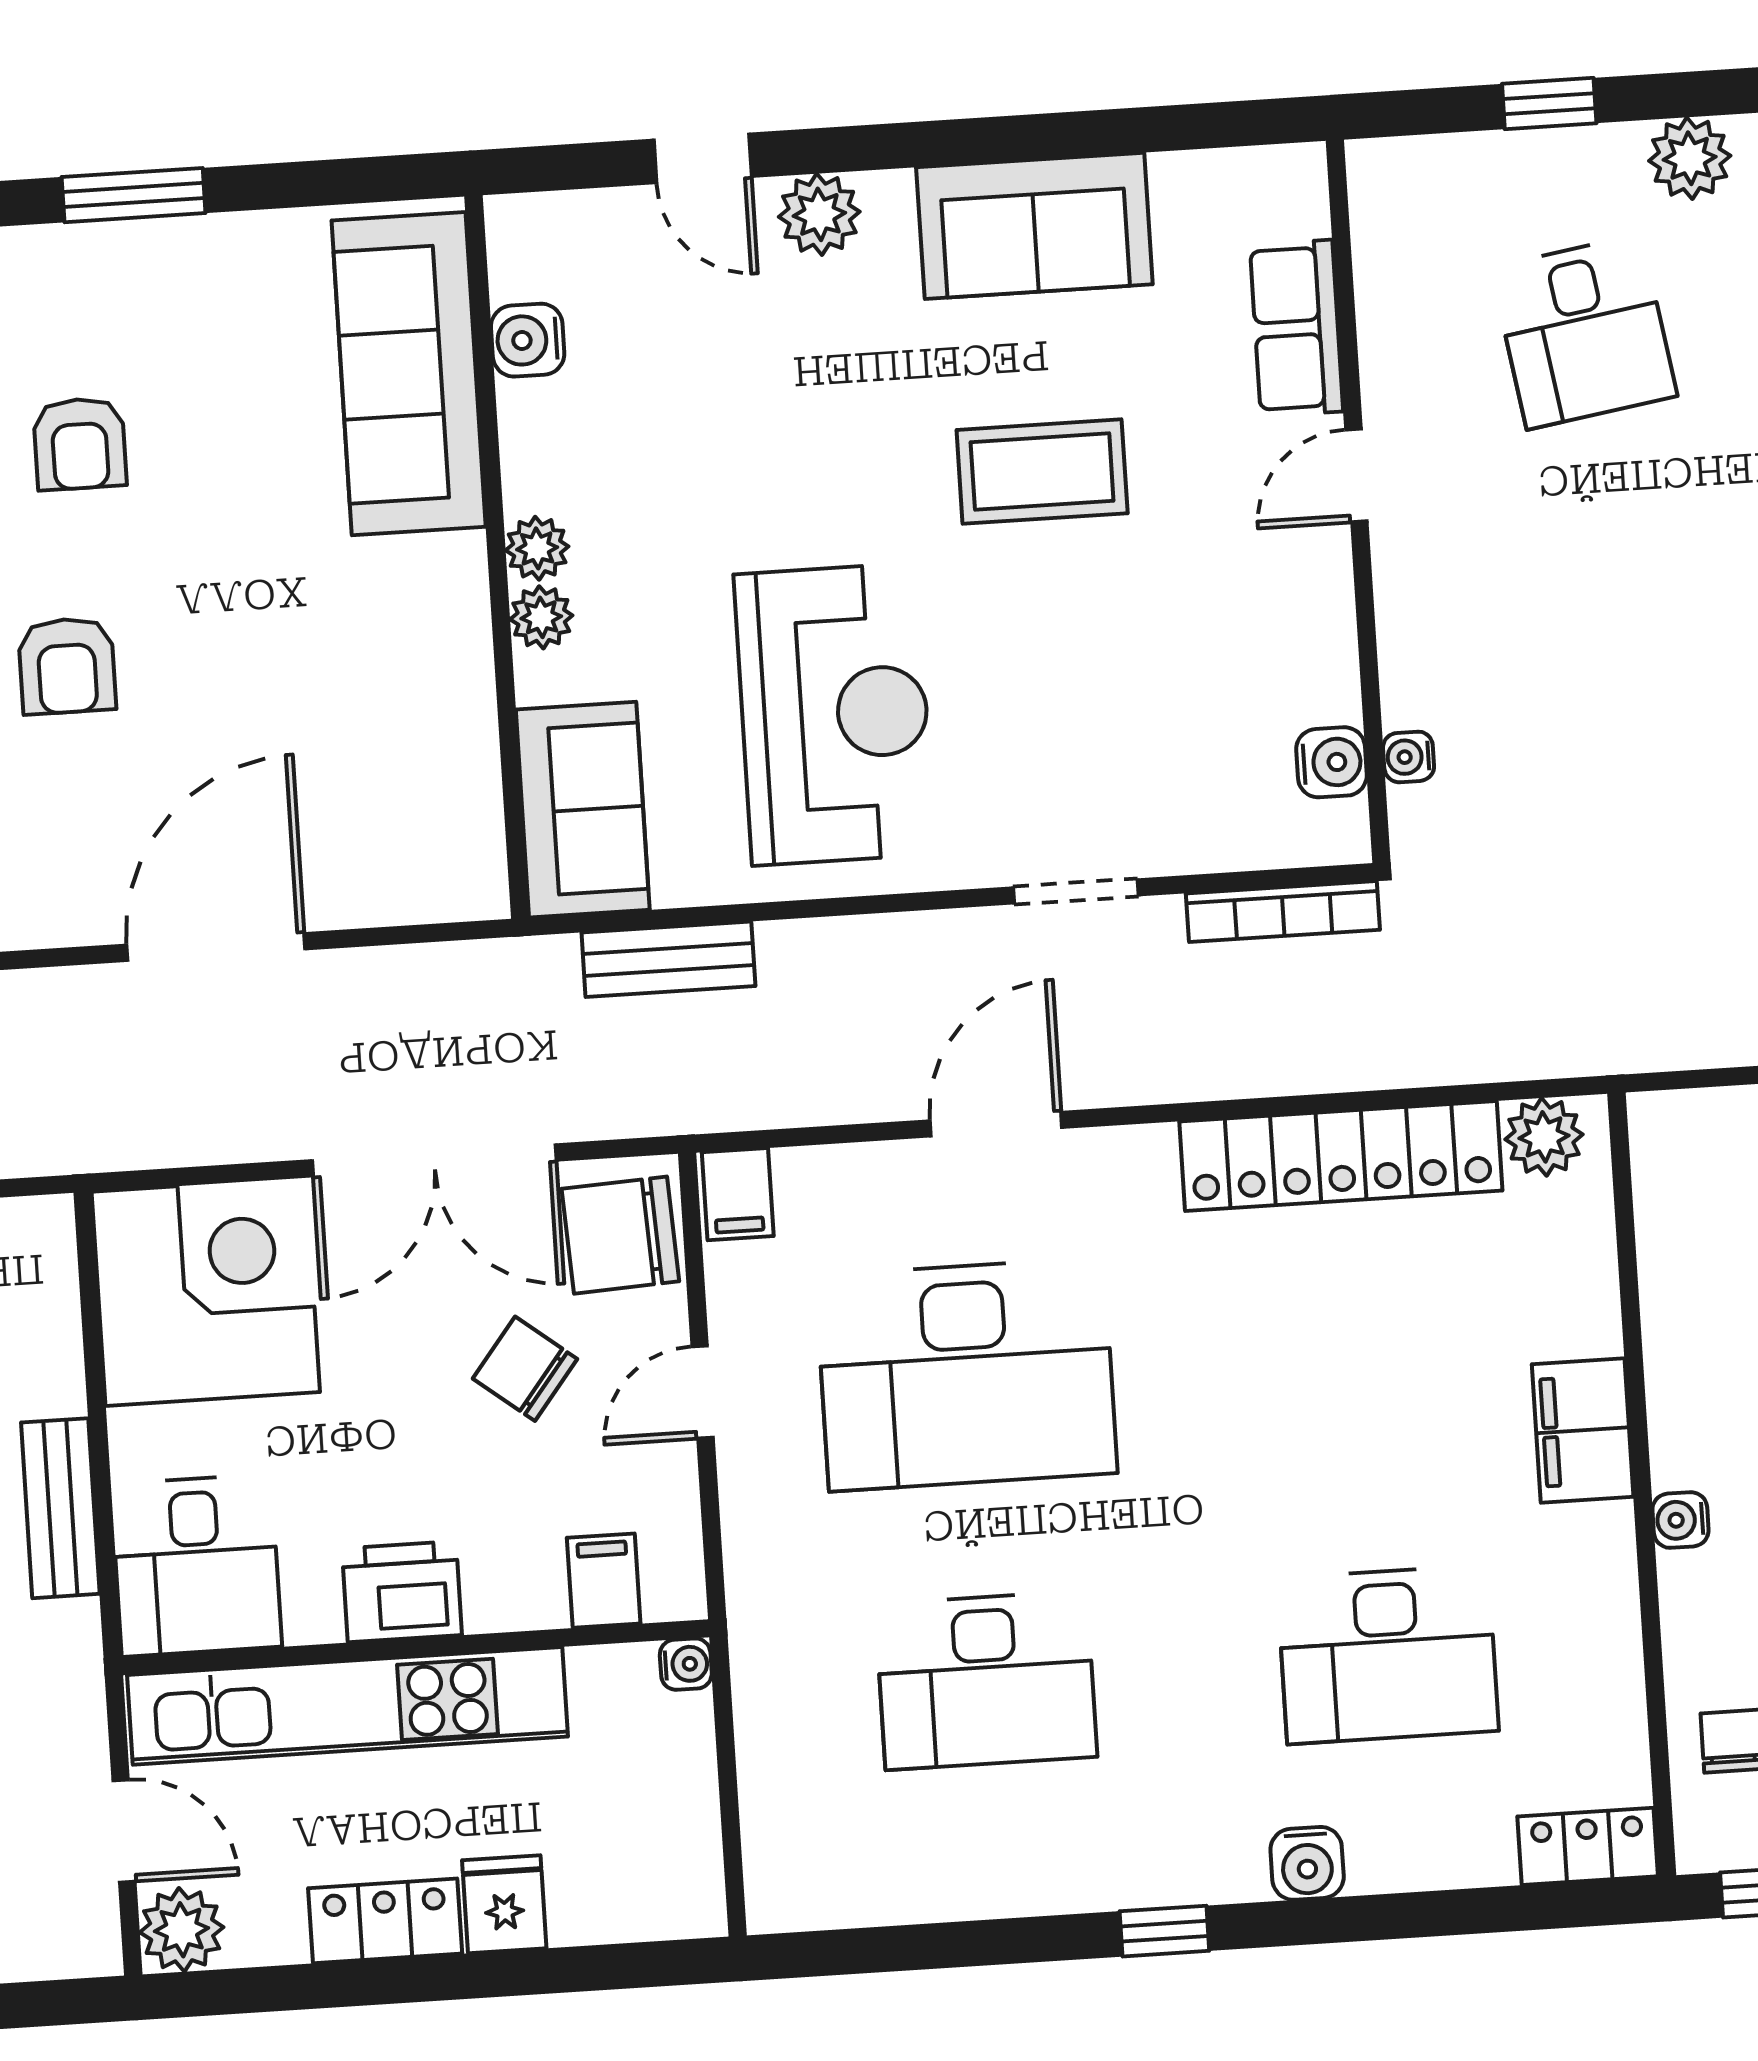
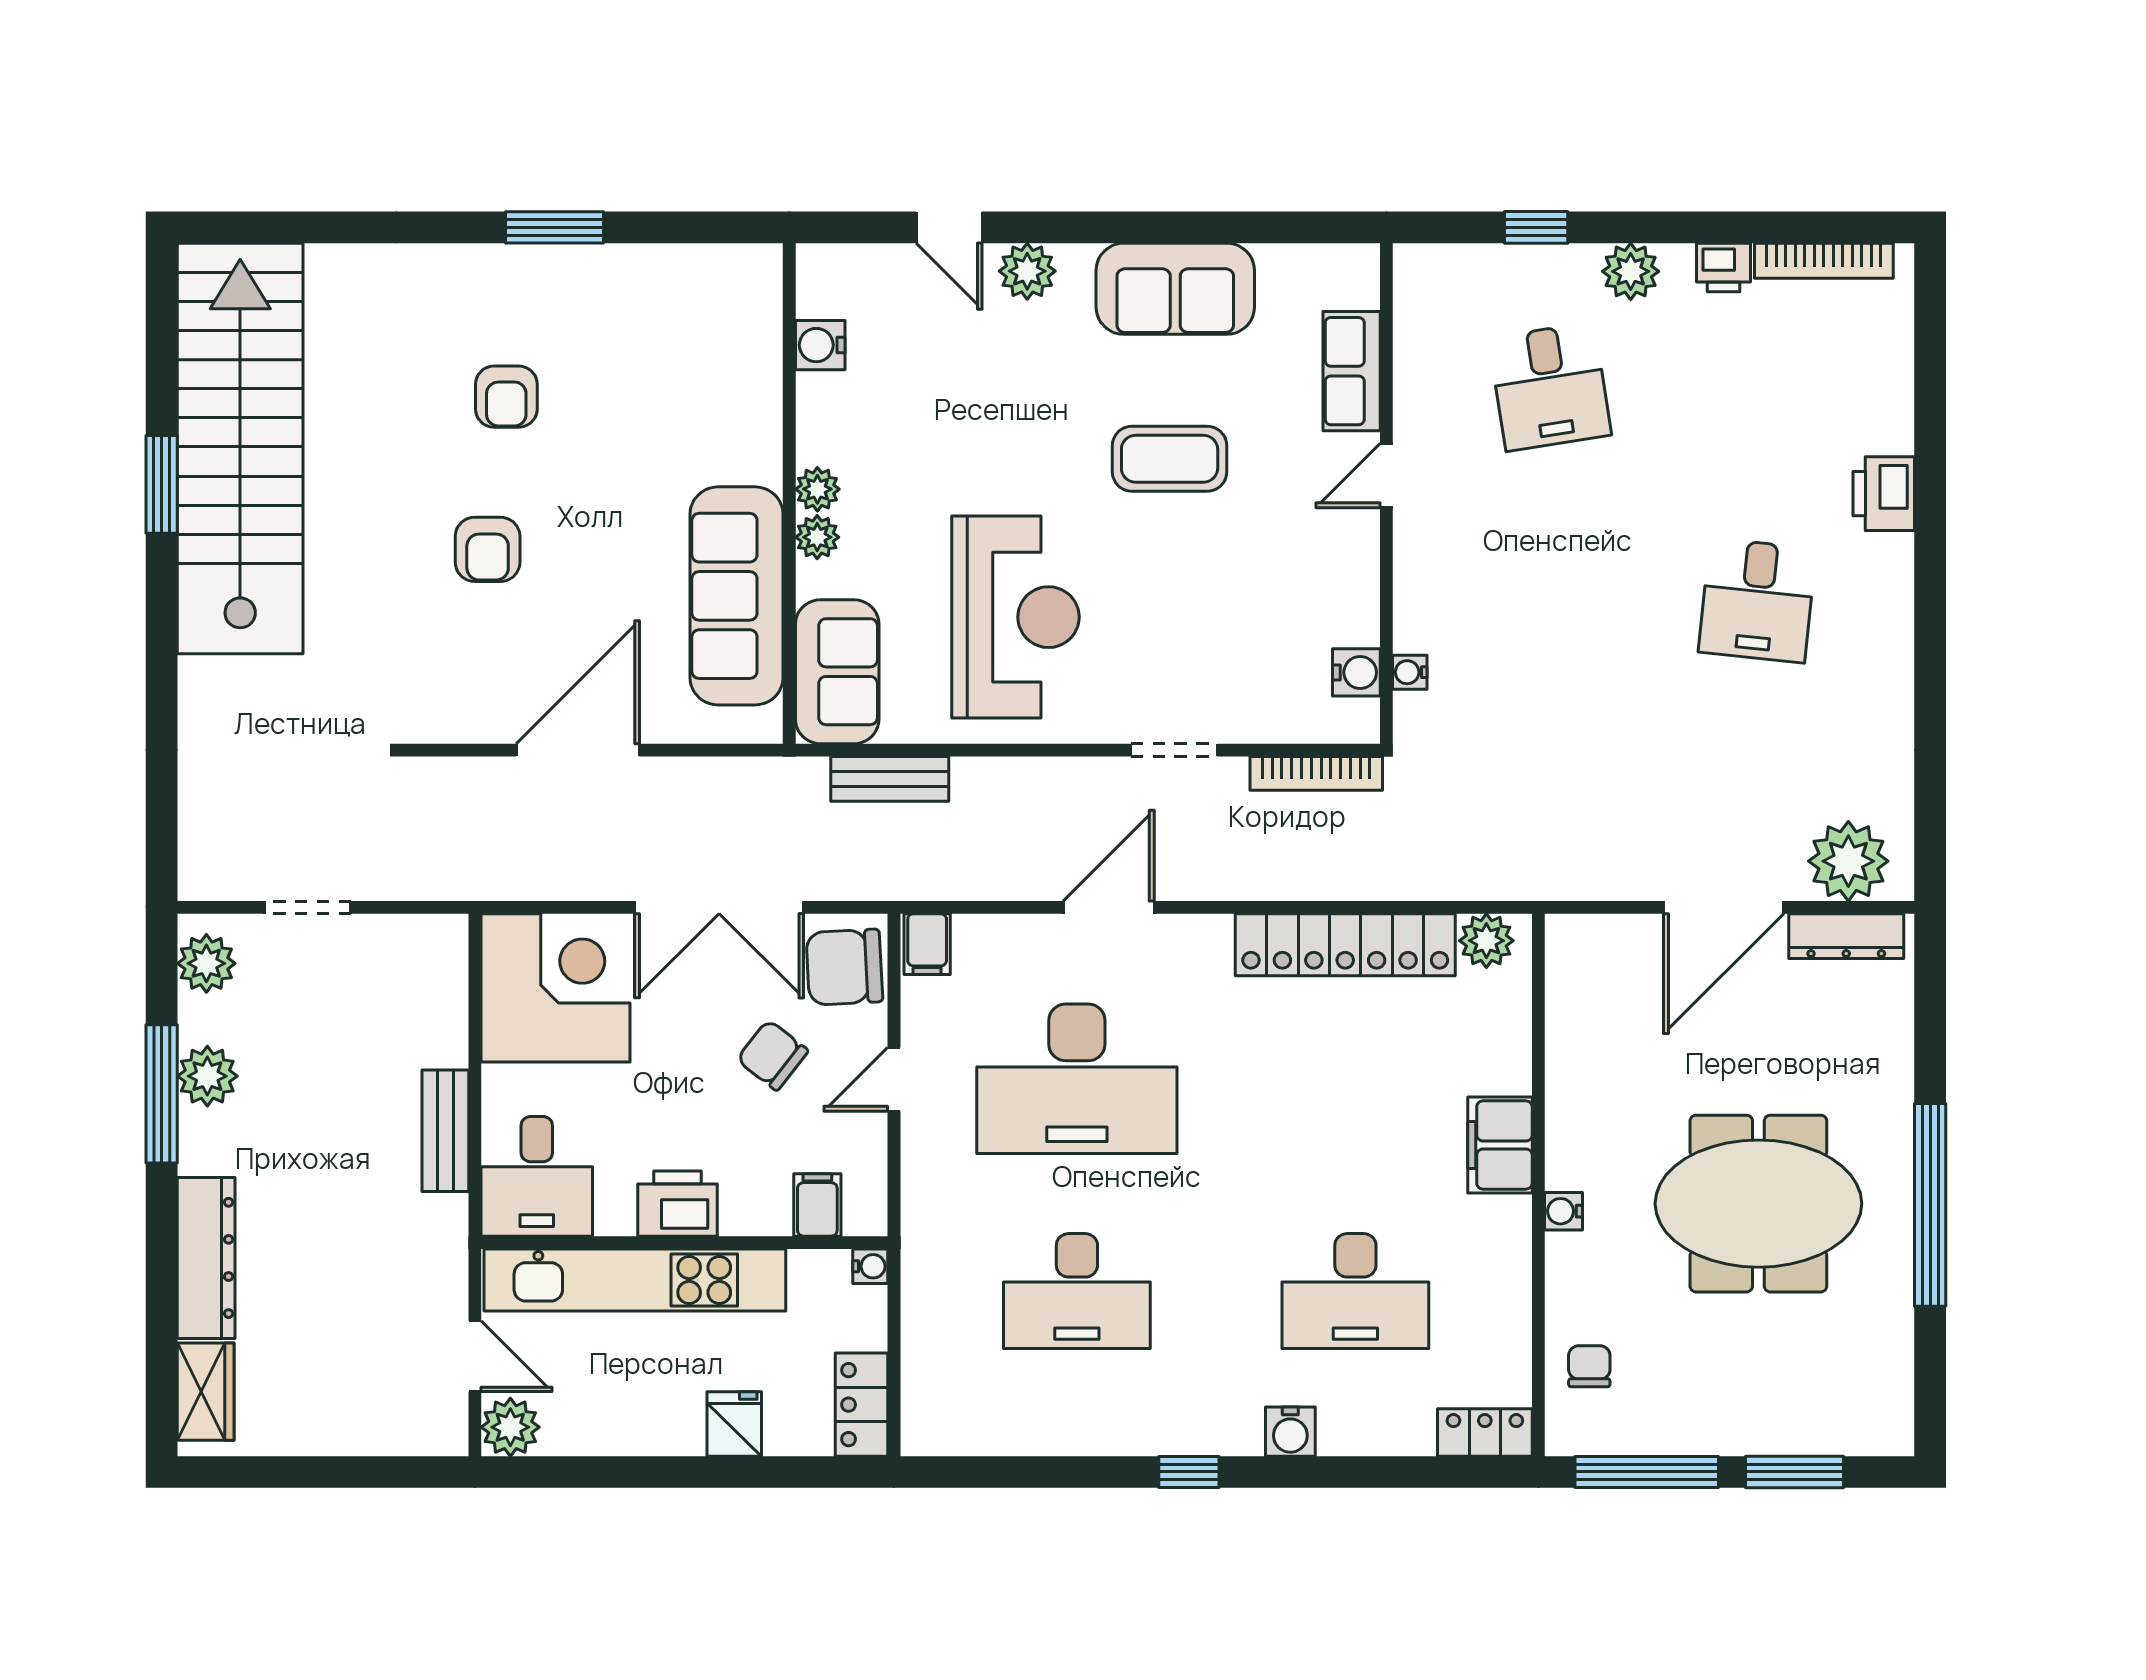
sofa: (409, 374) -> (737, 596), moved
locker: (385, 1921) -> (862, 1405), moved, turned -90

